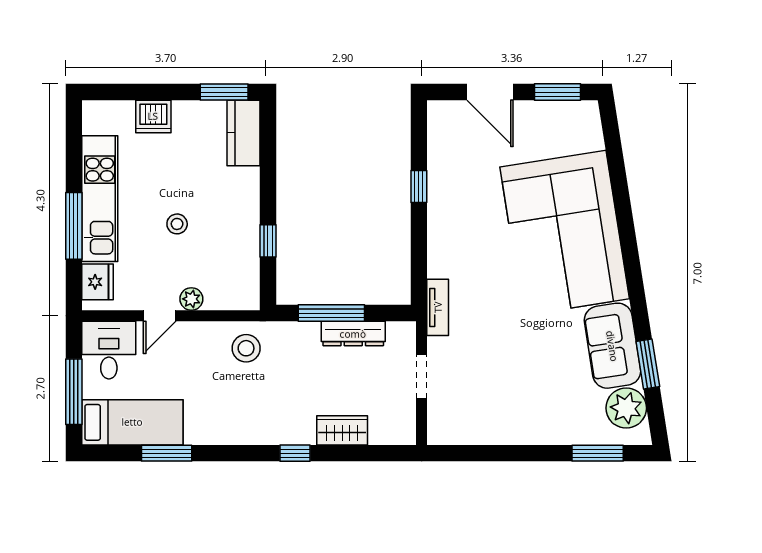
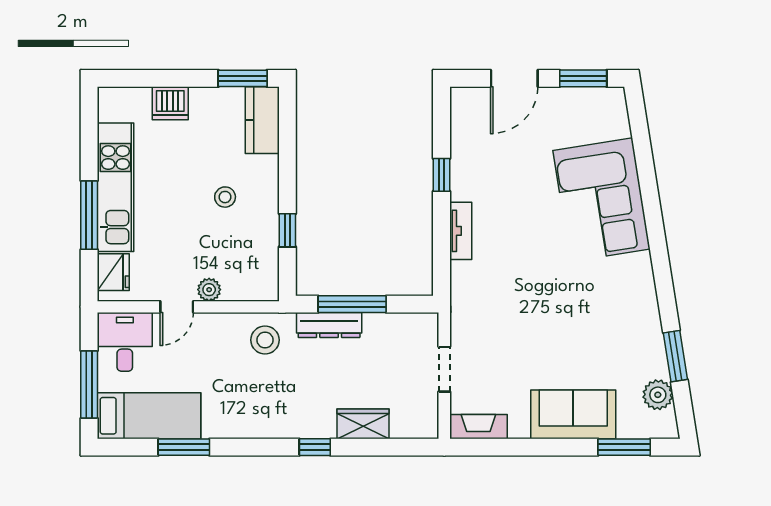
door: (490, 92) -> (514, 78), hinge flipped
stool: (177, 224) -> (225, 197), moved
corner sofa: (565, 233) -> (601, 200), width x0.73, depth x0.74
tv unit: (438, 307) -> (461, 231), moved
dresser: (353, 334) -> (329, 325), moved
sofa: (612, 346) -> (573, 414), moved, turned 99
plant: (626, 408) -> (658, 395), width x0.73, depth x0.73
fireplace: (455, 433) -> (478, 427), added

